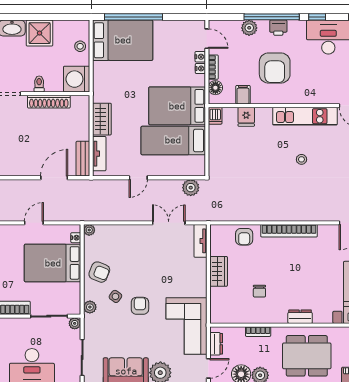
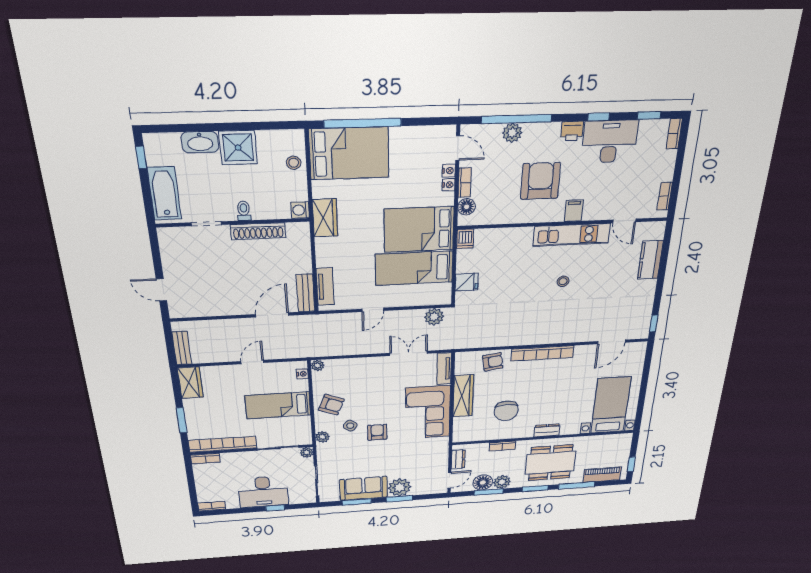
window: (272, 17) -> (516, 119), moved
printer: (278, 28) -> (572, 131), moved
armchair: (275, 68) -> (540, 181), turned 180
washing machine: (77, 79) -> (300, 210), width x0.53, depth x0.53
filing cabinet: (243, 95) -> (574, 211), moved
fridge: (246, 117) -> (467, 282), moved, turned -90
wardrobe: (102, 119) -> (325, 218), moved
armchair: (244, 237) -> (493, 362), turned -99
bed: (53, 263) -> (278, 405), width x0.67
wardrobe: (219, 271) -> (463, 396), width x1.50
chair: (259, 291) -> (506, 411), width x1.87, depth x1.87
corner sofa: (186, 326) -> (428, 412), moved

